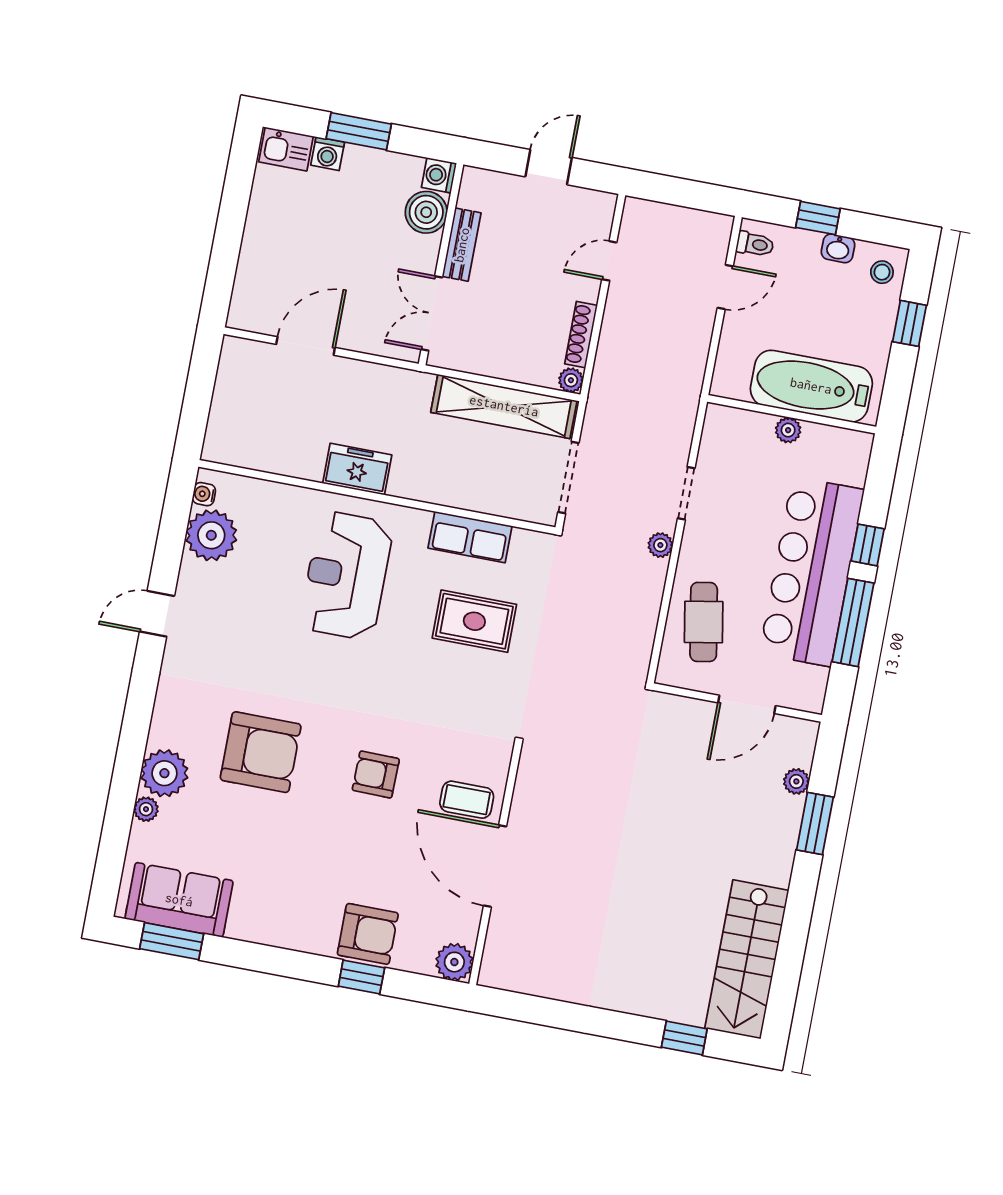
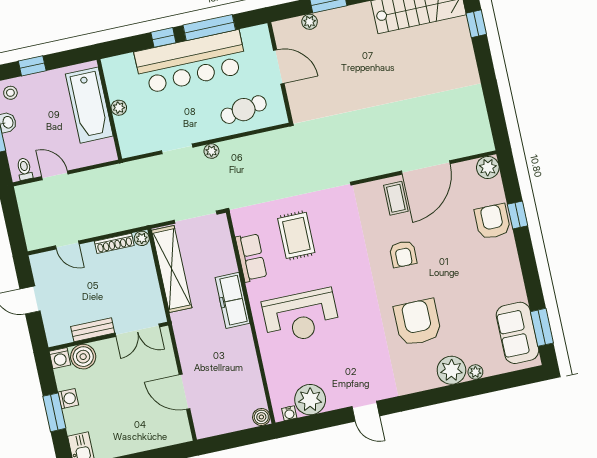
washing machine: (328, 154) -> (68, 399), moved
boiler: (216, 449) -> (261, 417), added
freezer: (357, 469) -> (232, 300), moved, width x1.40

